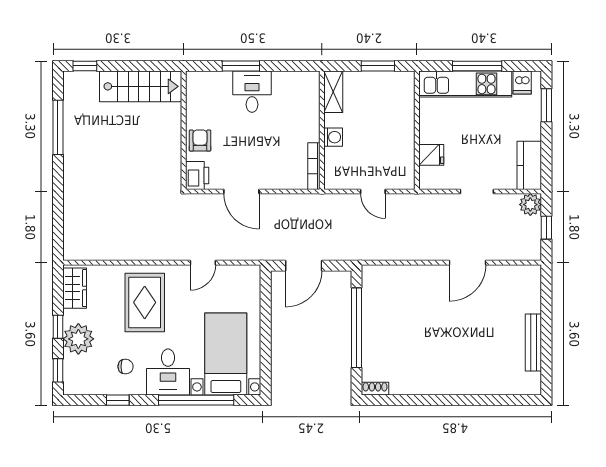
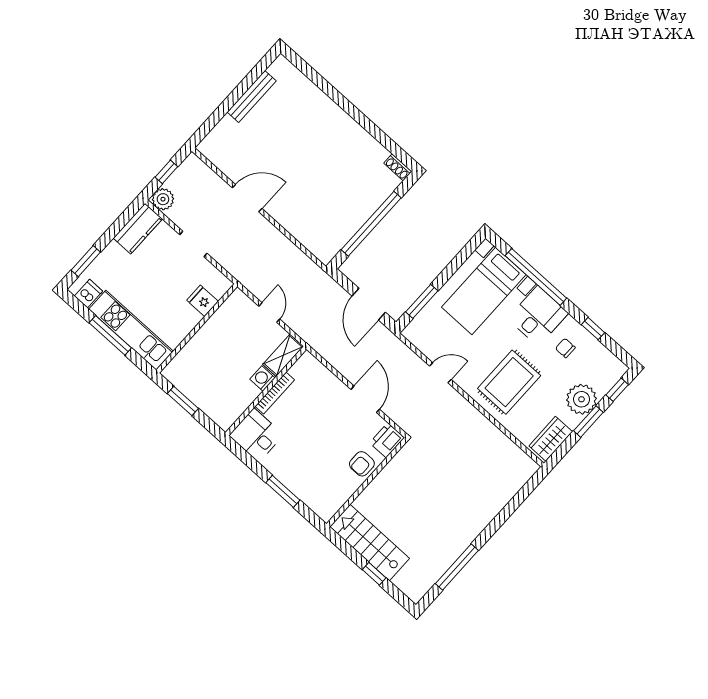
window: (85, 66) -> (374, 574), moved
desk: (252, 92) -> (256, 435), moved, turned 90
shelving: (333, 92) -> (283, 355), moved
bookcase: (314, 166) -> (275, 393), moved
door: (304, 266) -> (369, 304), swing flipped
window: (266, 304) -> (422, 301), added
window: (58, 327) -> (588, 422), width x1.50

